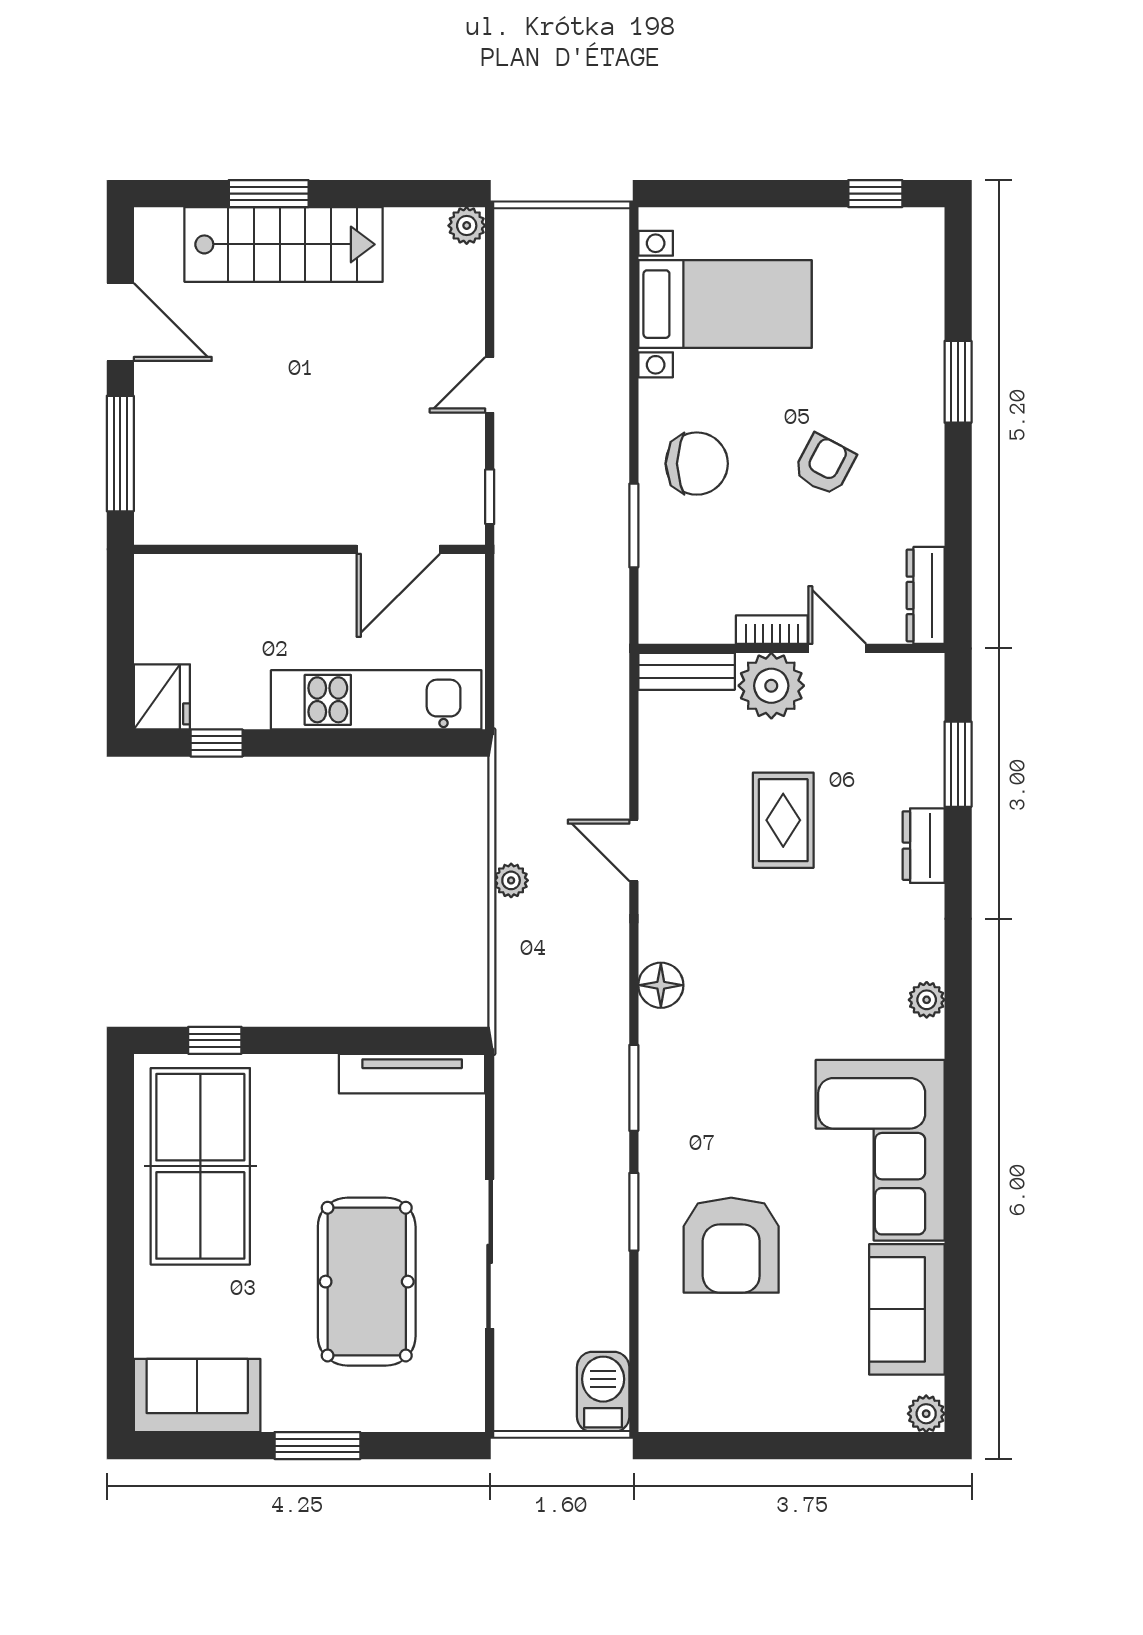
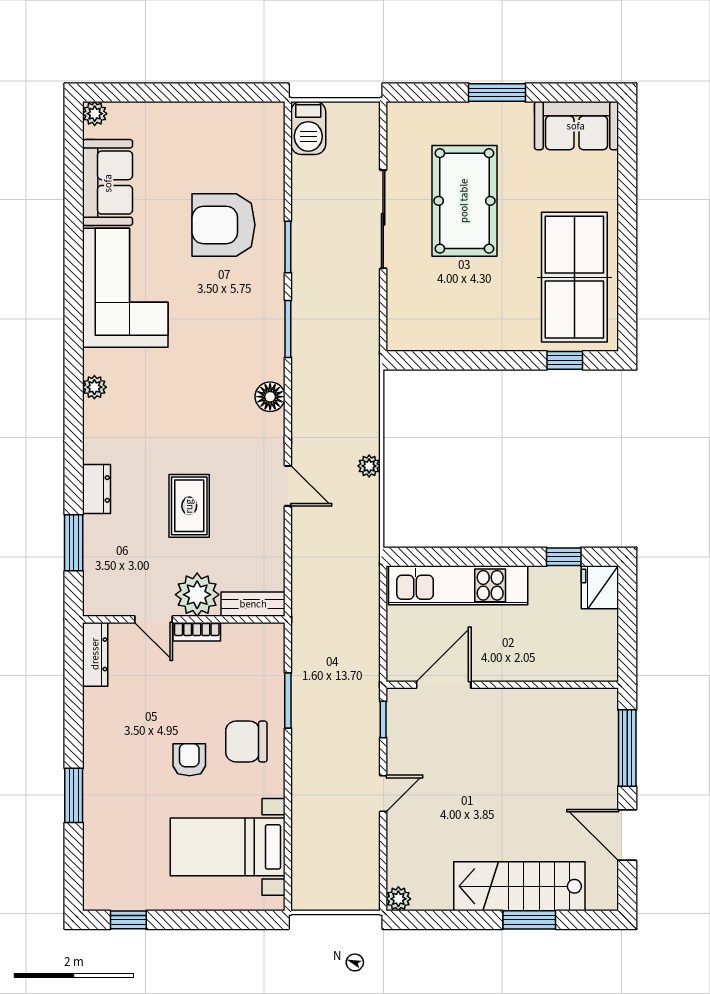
armchair: (824, 465) -> (189, 760), moved, turned 152
tv unit: (412, 1074) -> (434, 338), removed
armchair: (731, 1245) -> (224, 225), turned -90

